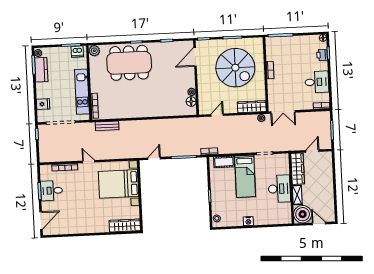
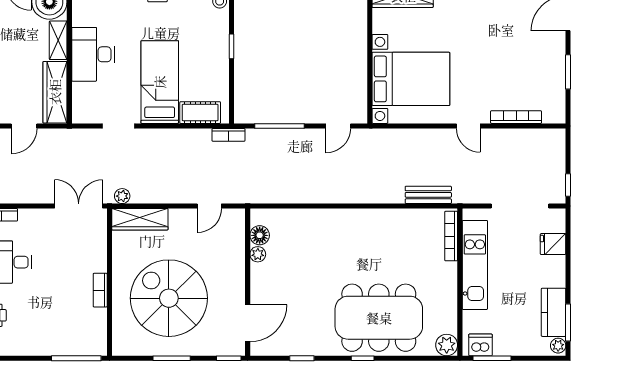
desk: (51, 191) -> (544, 72), removed

